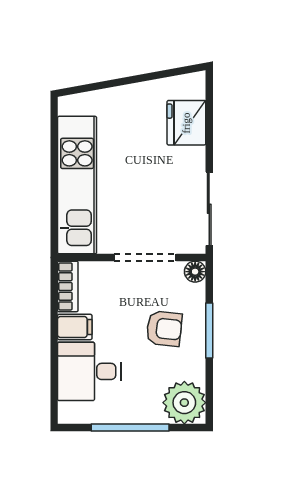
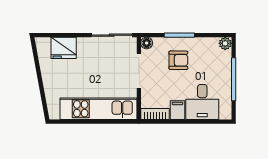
armchair: (164, 329) -> (178, 60), turned 84
plant: (184, 403) -> (225, 43), width x0.53, depth x0.53

